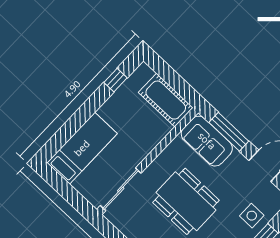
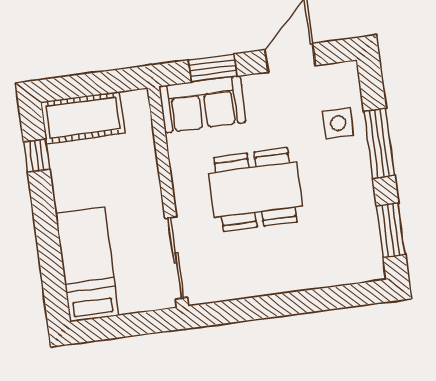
cot: (166, 100) -> (83, 118), moved
window: (229, 132) -> (213, 68), width x0.69

